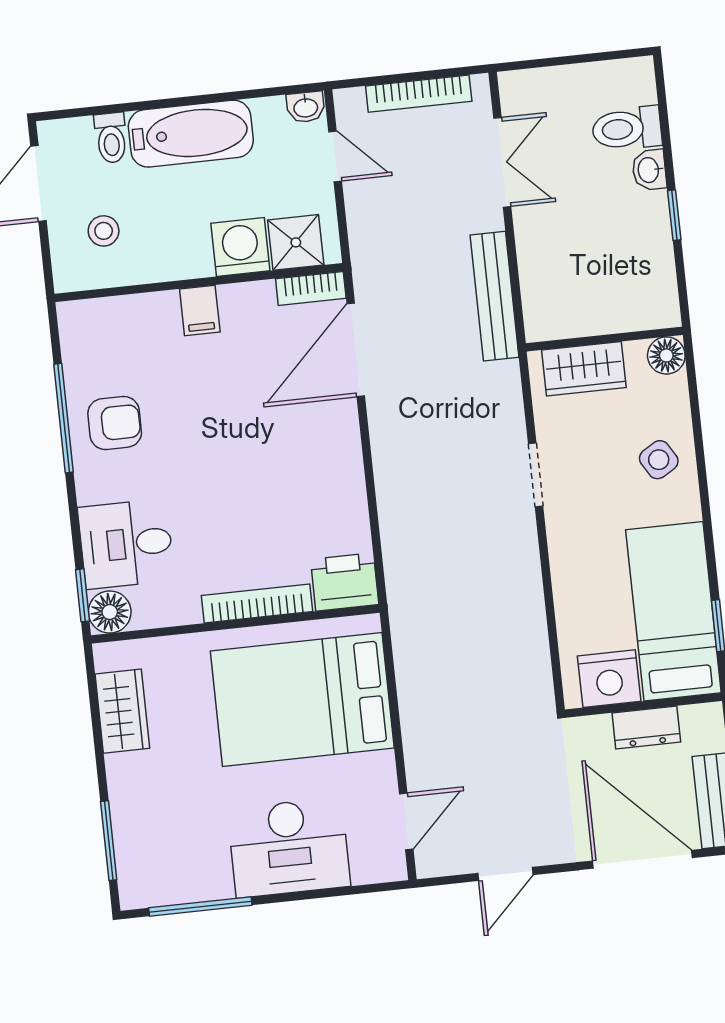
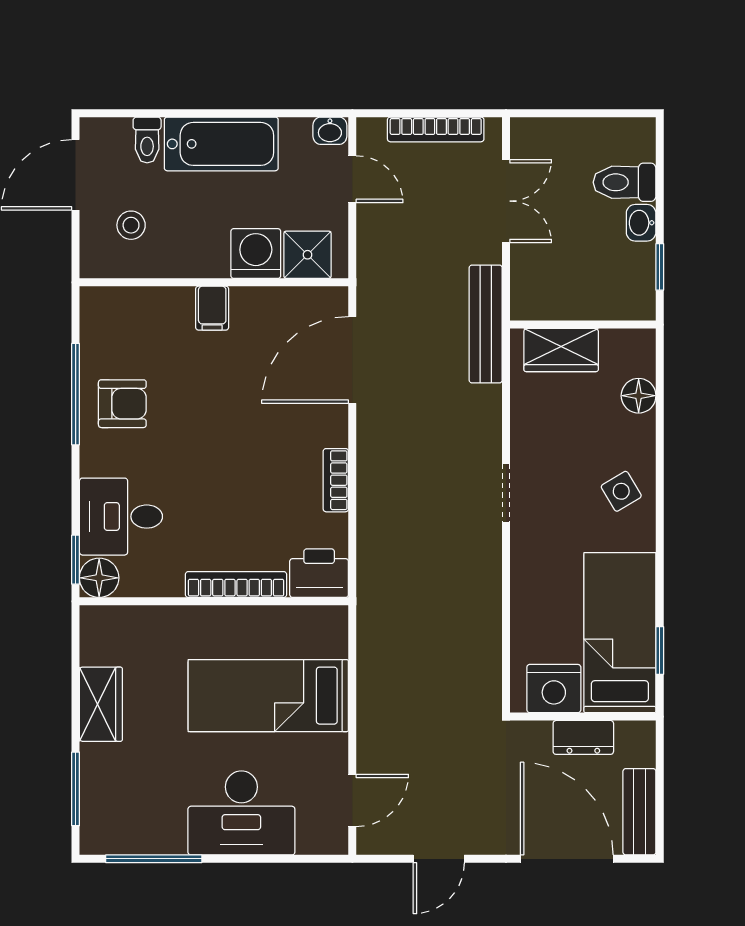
bookcase: (311, 288) -> (336, 480), moved, turned 90
wall: (604, 339) -> (583, 325), moved
wardrobe: (584, 369) -> (561, 350), moved
bed: (302, 699) -> (268, 696), width x0.67
wardrobe: (122, 711) -> (101, 704), moved

